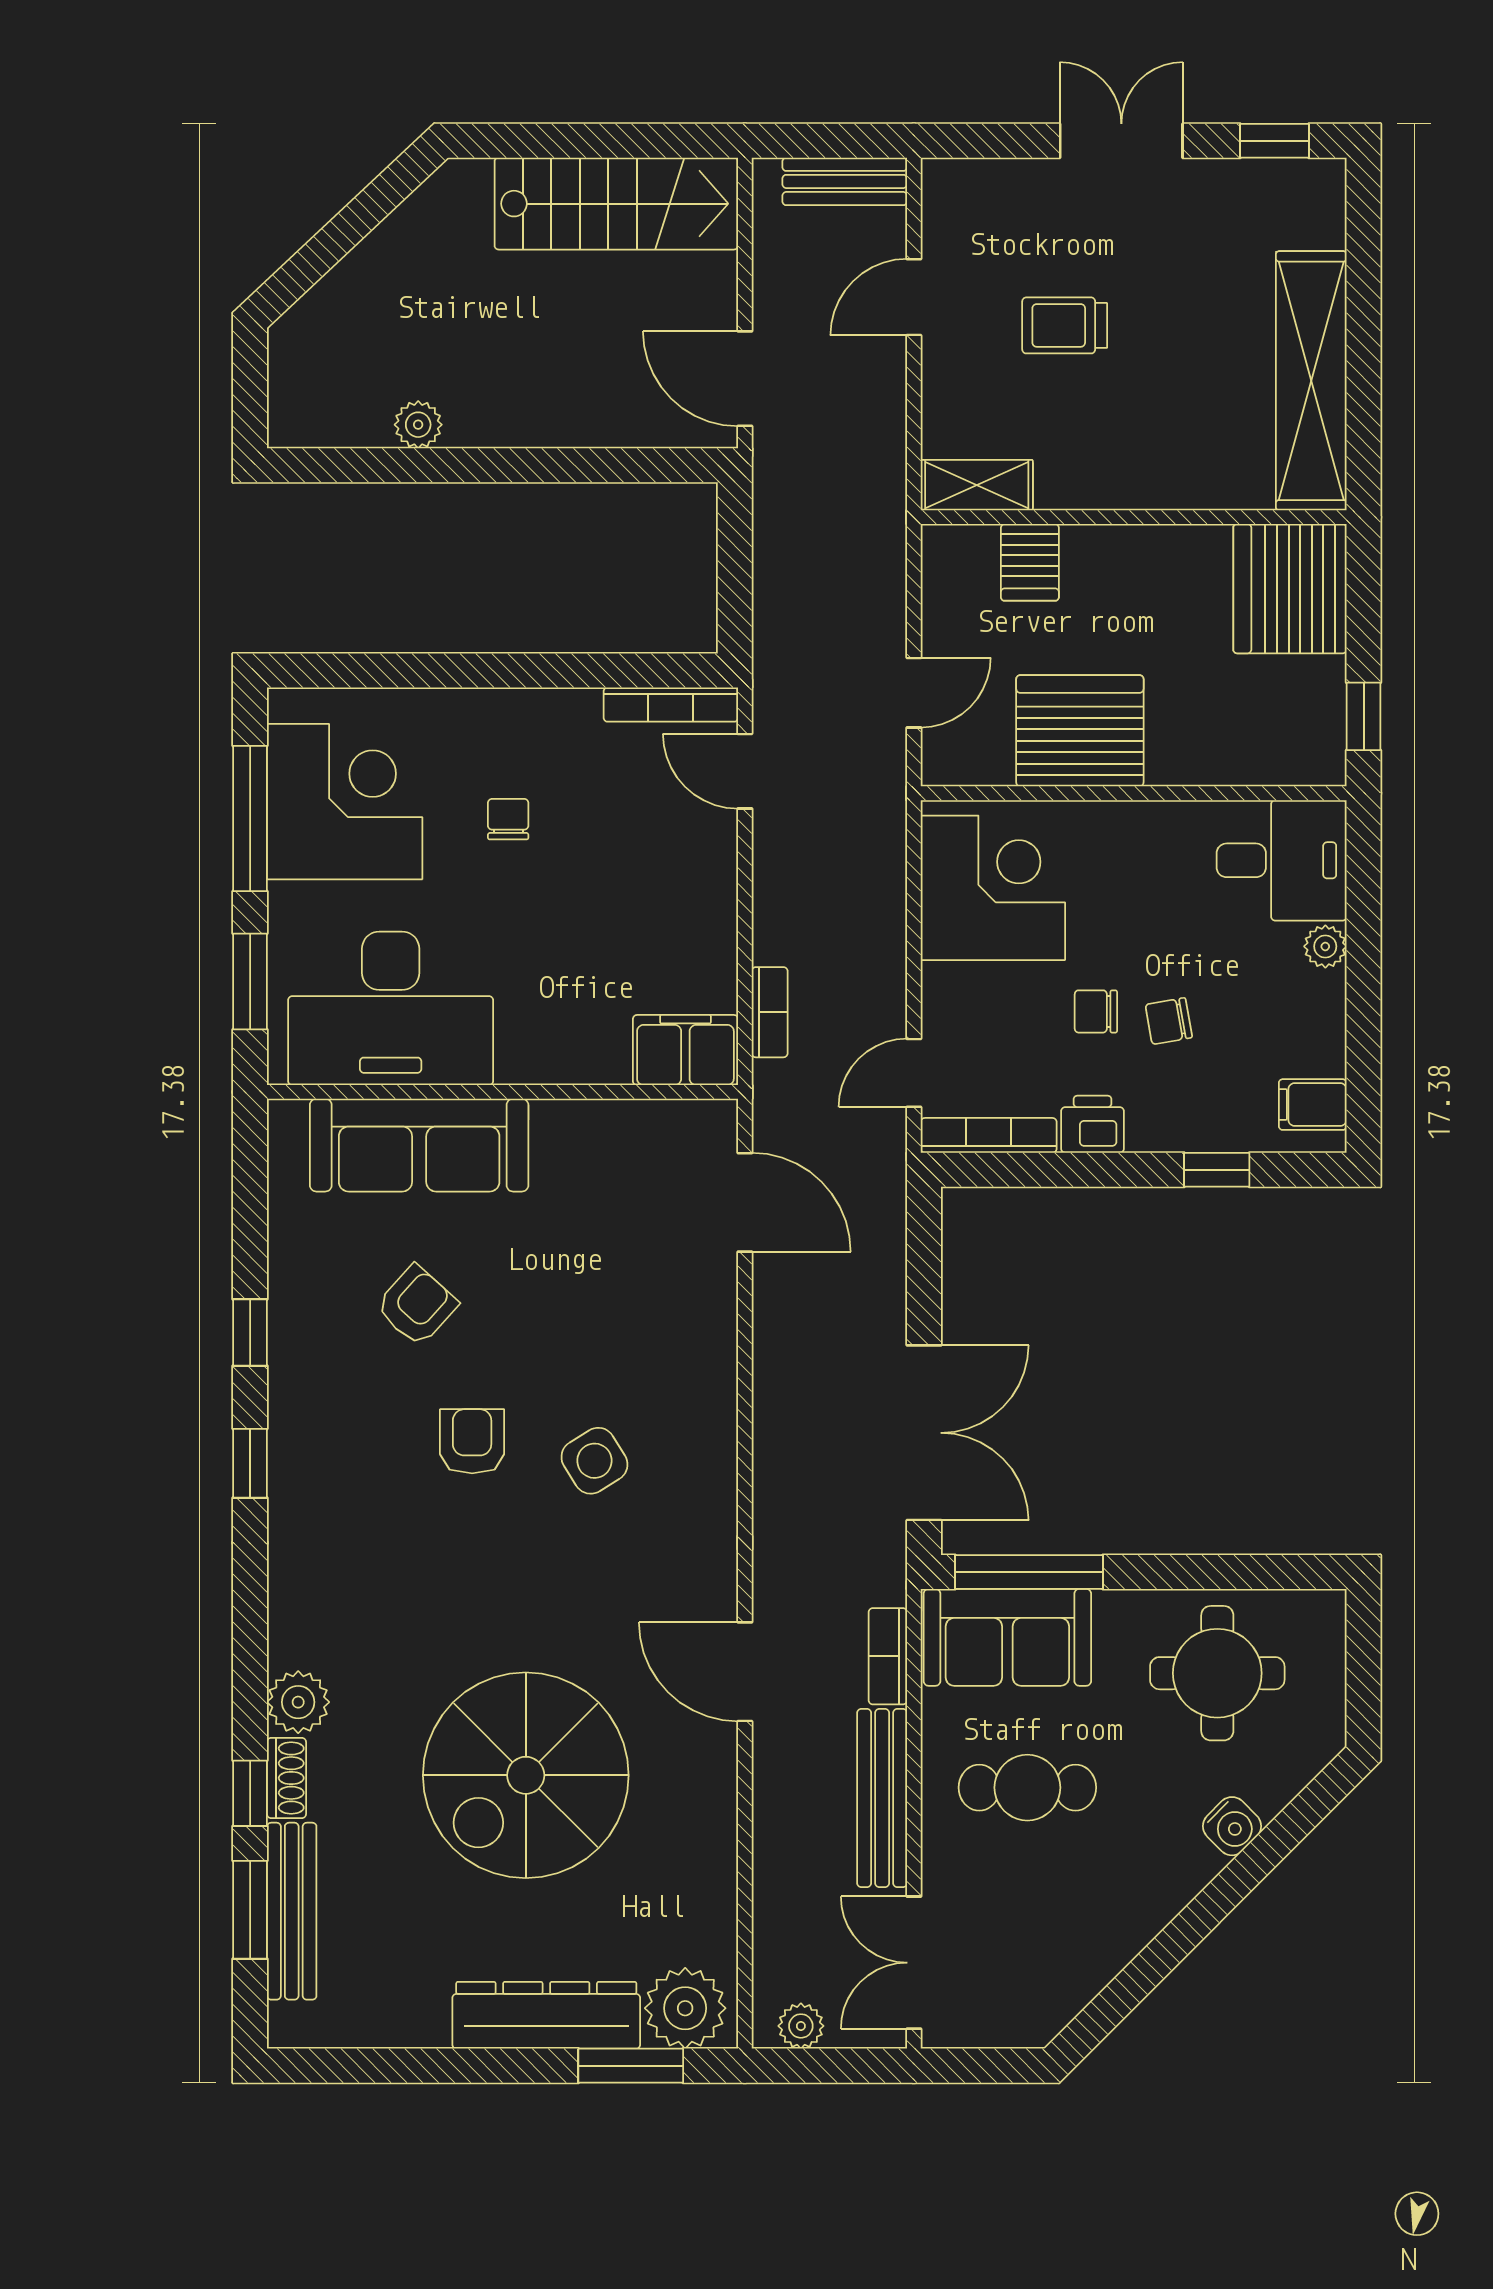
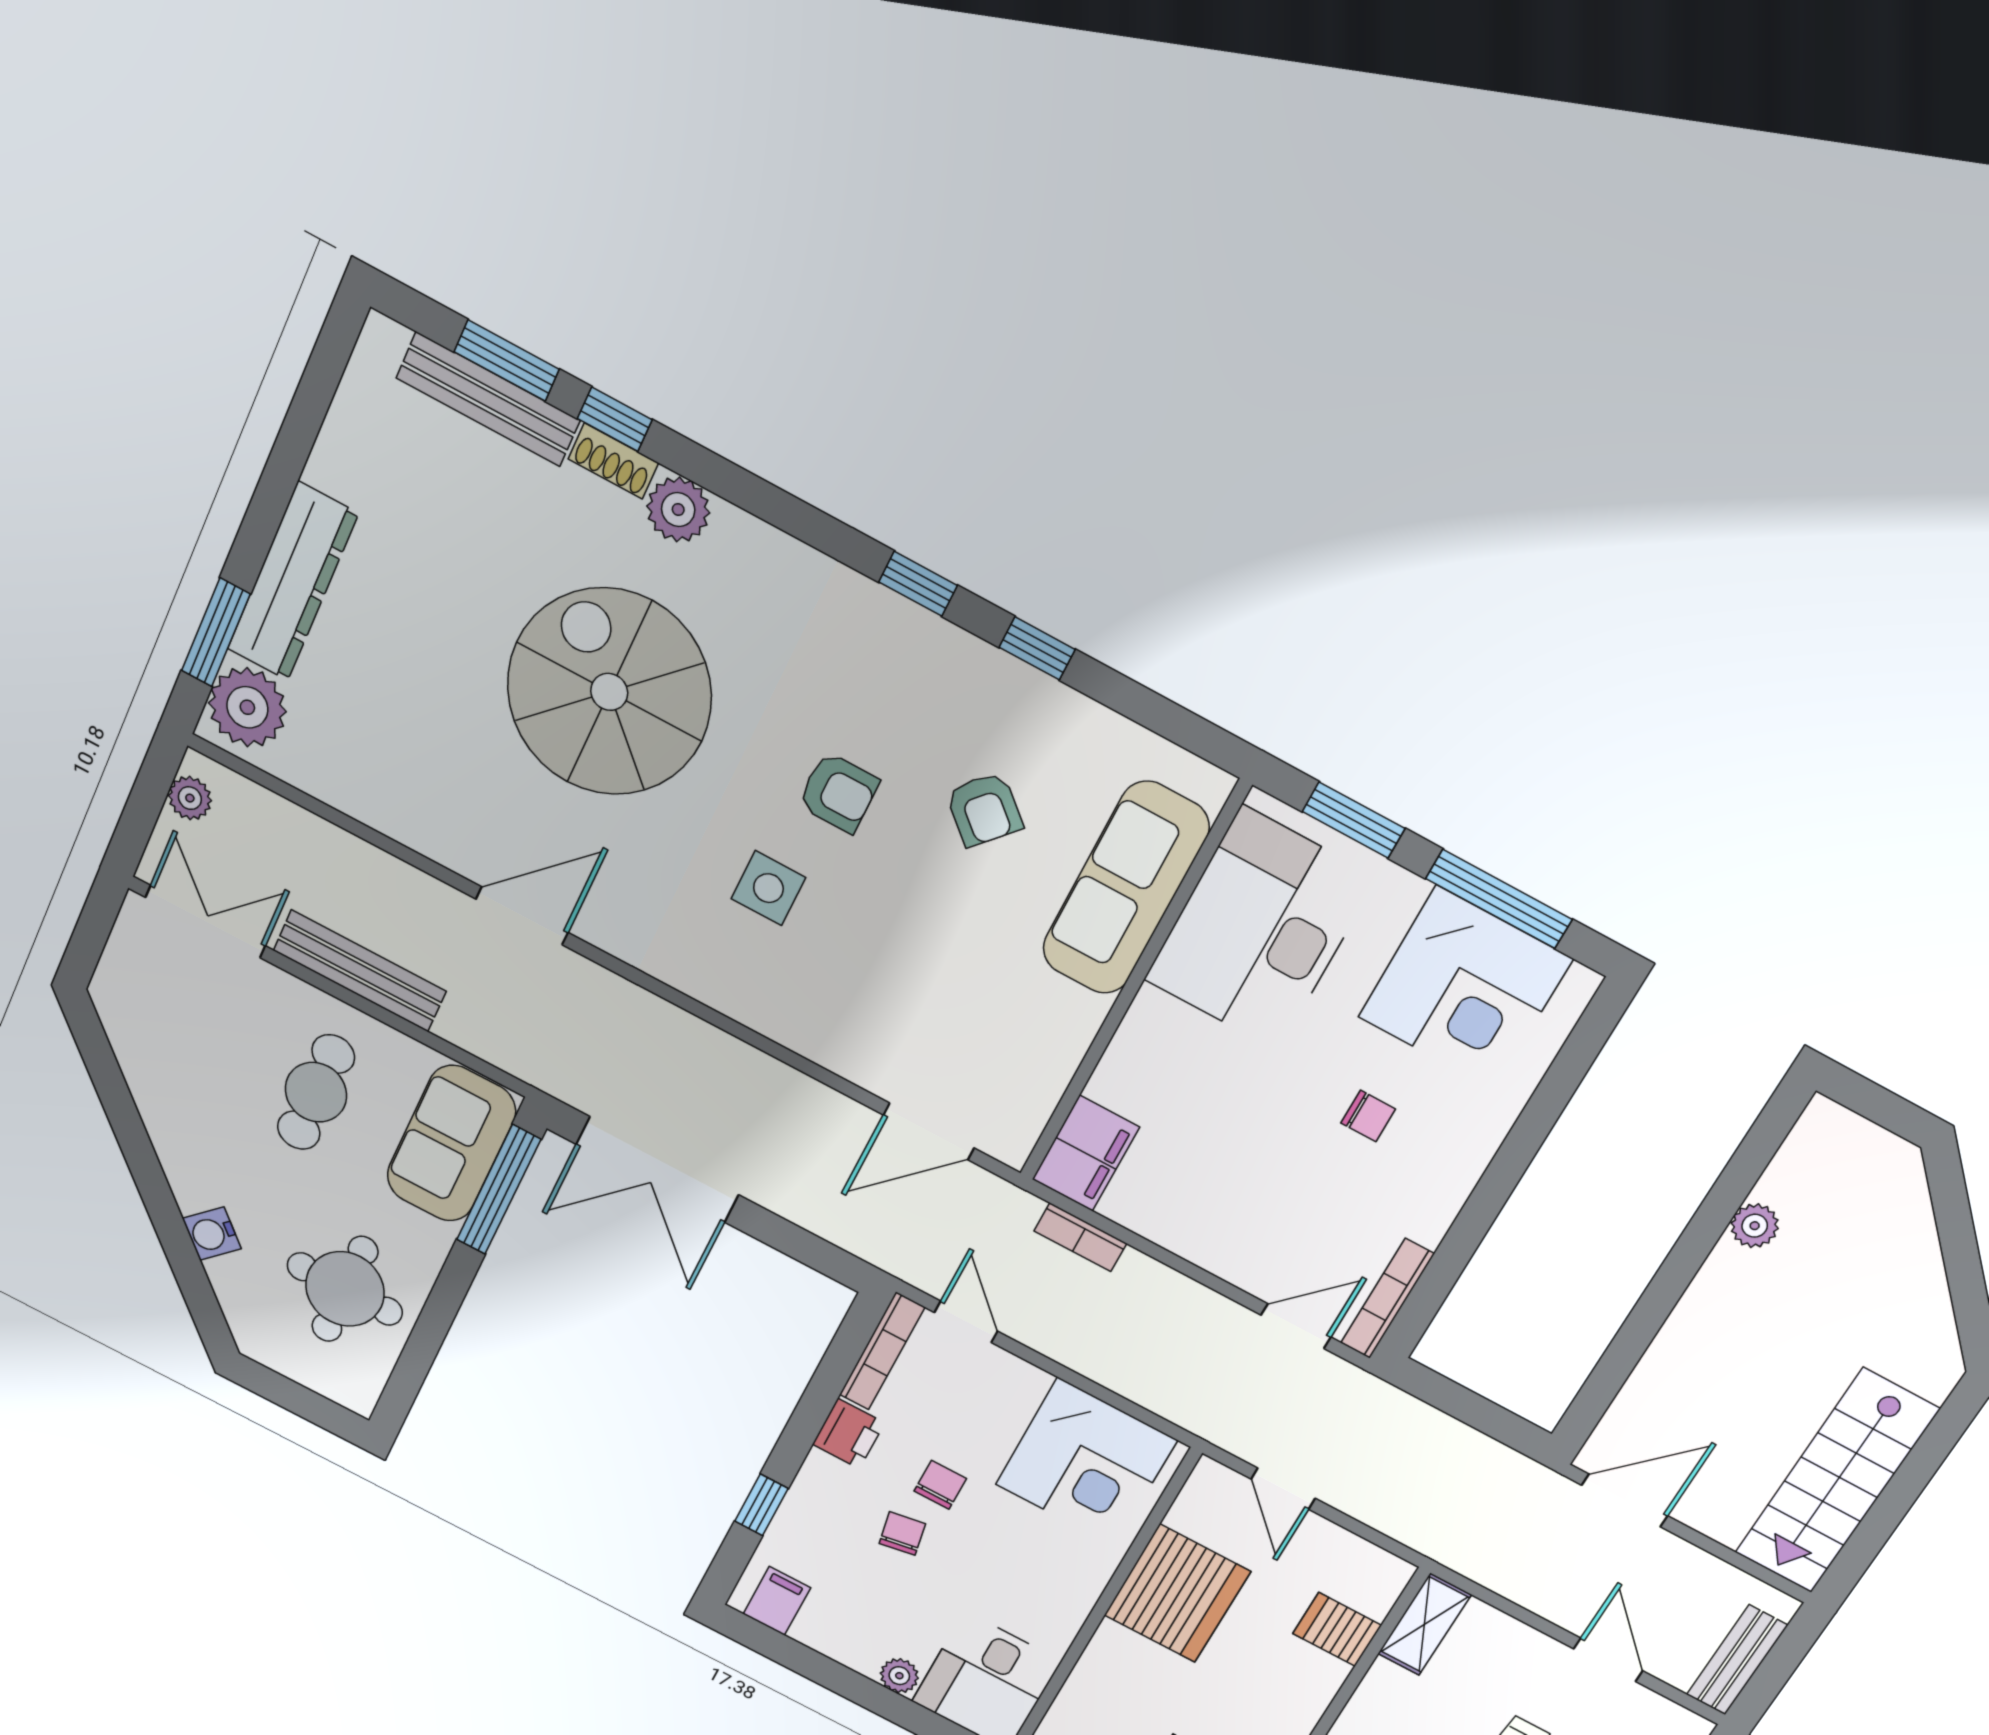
side table: (594, 1461) -> (768, 888), turned 32
bookcase: (888, 1656) -> (480, 1040), removed
spiral stairs: (526, 1775) -> (609, 692), moved

